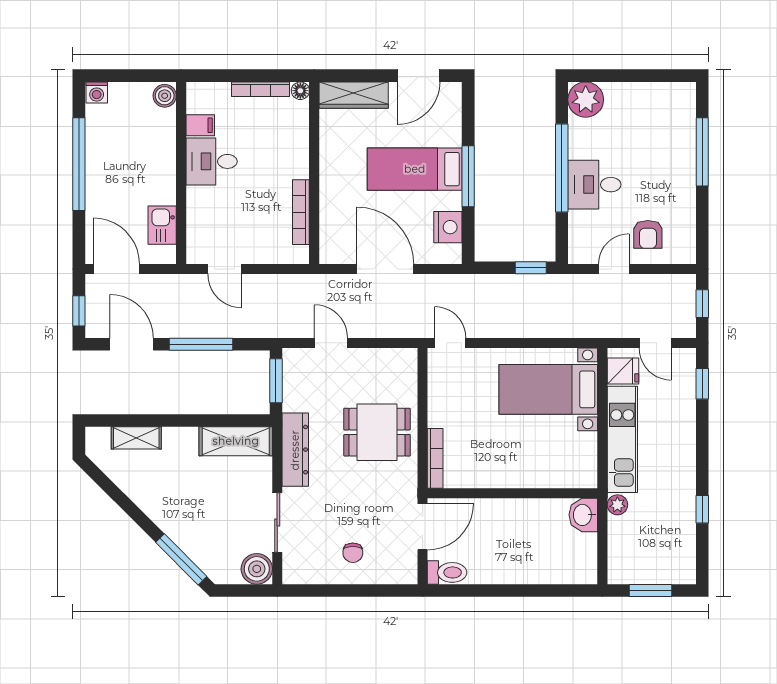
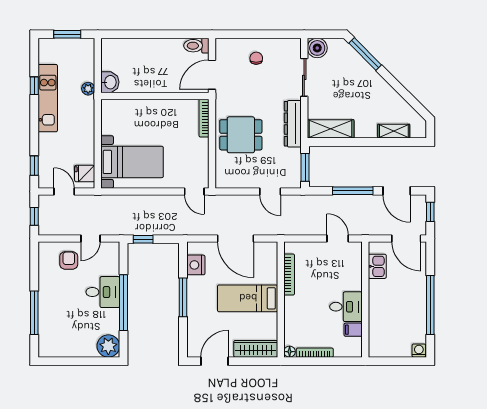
boiler: (165, 96) -> (376, 348), removed
bed: (415, 169) -> (248, 298), moved, turned 180
kitchen unit: (622, 439) -> (48, 98), moved, turned 180

